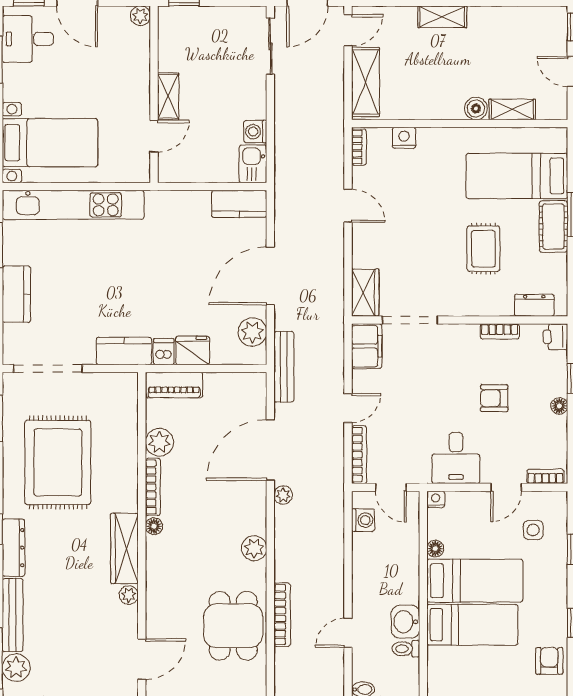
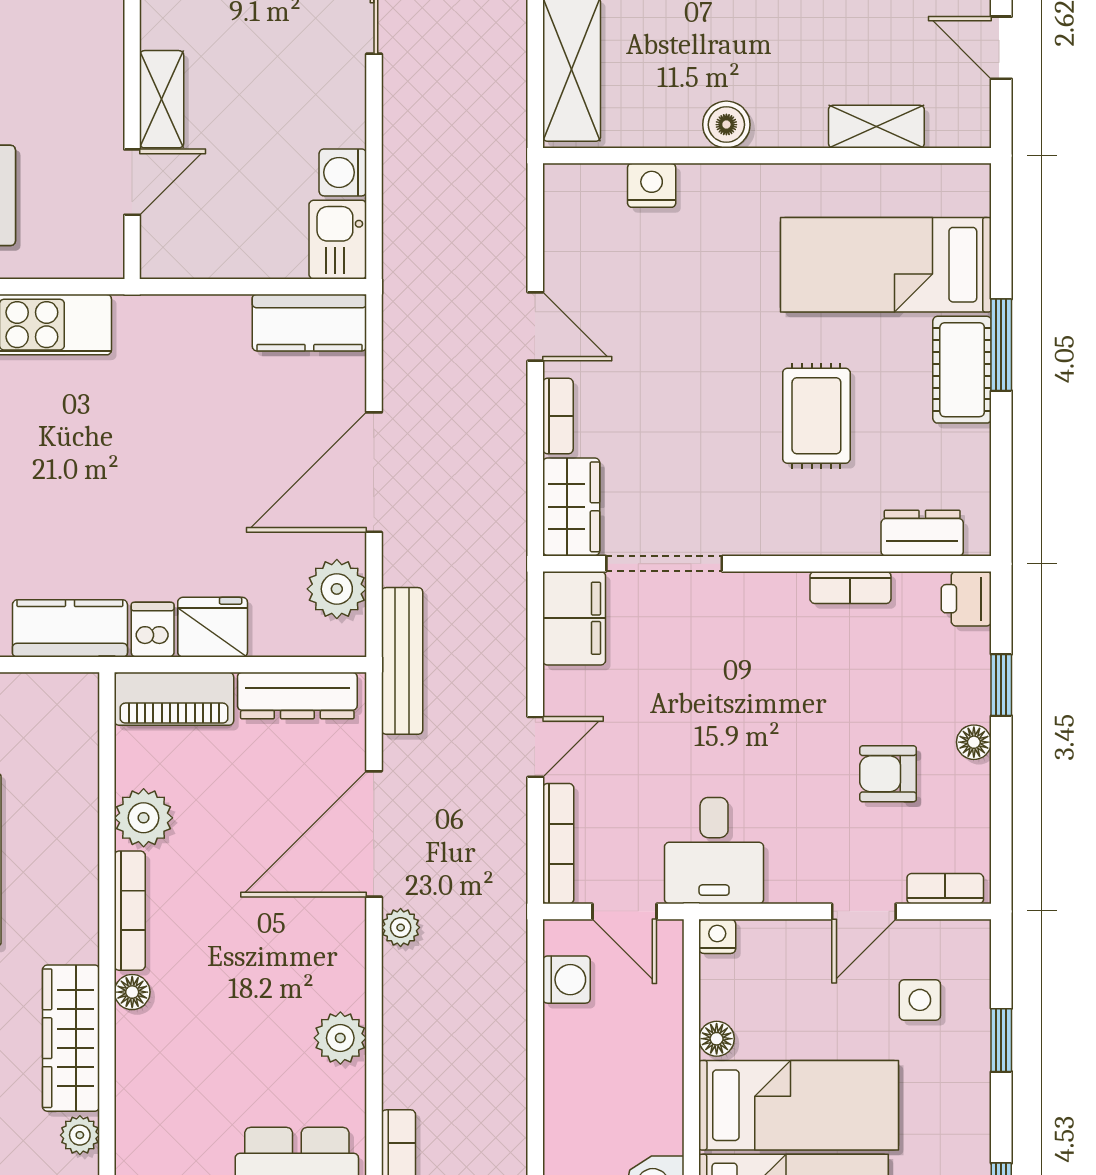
boiler: (476, 108) -> (726, 125), moved
bookcase: (359, 147) -> (558, 416), moved
dresser: (233, 383) -> (297, 696), added
armchair: (494, 398) -> (888, 774), moved
desk: (456, 458) -> (714, 851), moved

